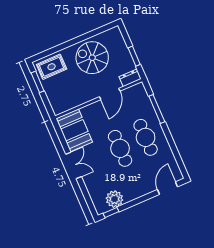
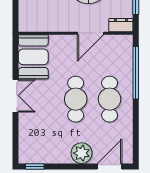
window: (157, 109) -> (136, 73), width x1.46
plant: (114, 199) -> (82, 153), moved

